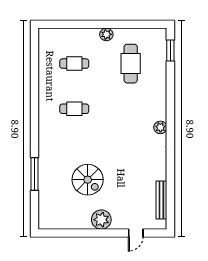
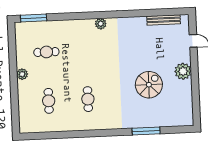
window: (170, 50) -> (34, 18), width x1.44
cafe table: (131, 64) -> (46, 52), width x0.73, depth x0.74

